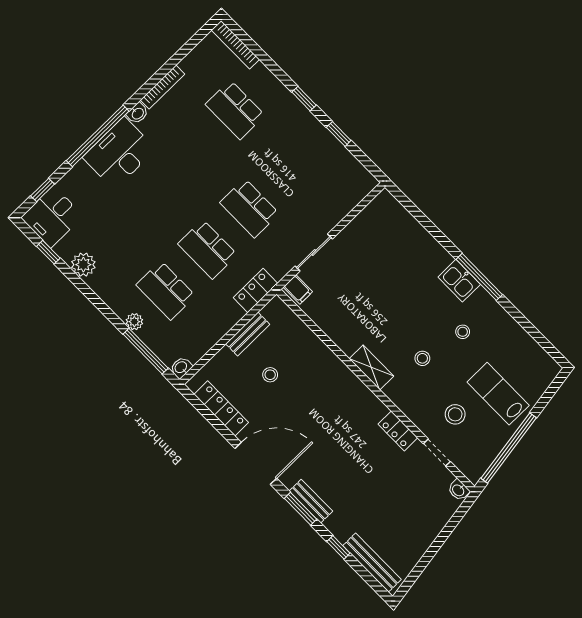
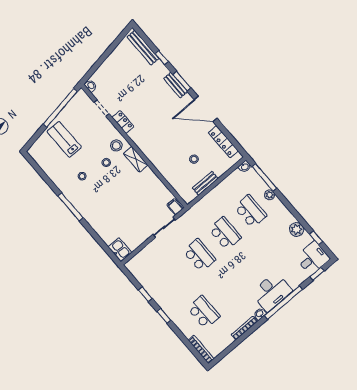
kitchen sink: (459, 281) -> (120, 250), moved
locker: (255, 290) -> (199, 208), removed
lab bench: (498, 394) -> (64, 139), turned 180
stool: (455, 414) -> (116, 145), moved

